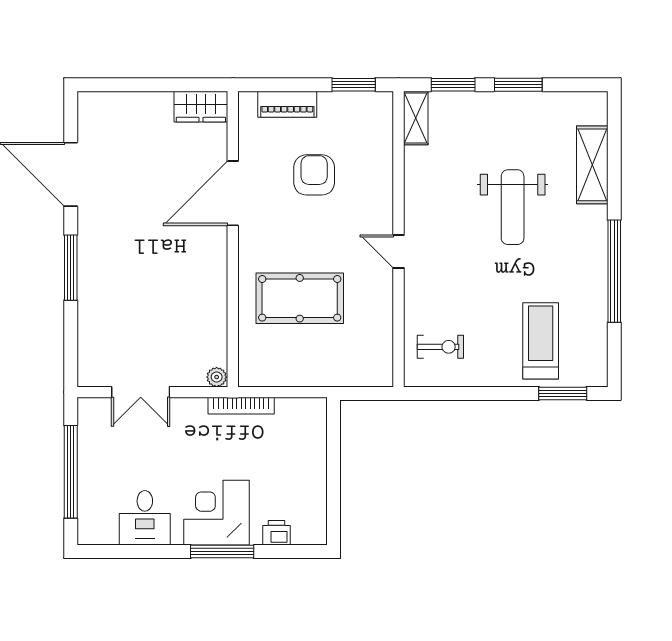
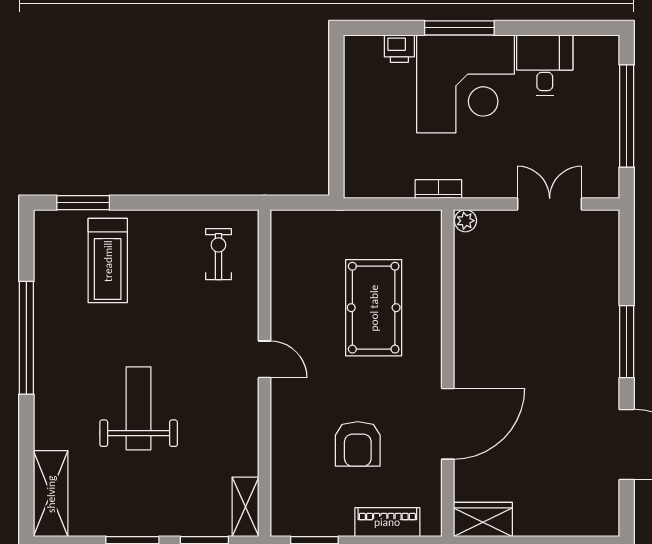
shelving: (592, 165) -> (51, 494), moved
pool table: (300, 298) -> (374, 308), turned 90
exercise bike: (440, 347) -> (218, 254), turned 90
bookcase: (241, 406) -> (438, 189), width x0.64
corner desk: (217, 513) -> (466, 84), width x1.36, depth x1.36

